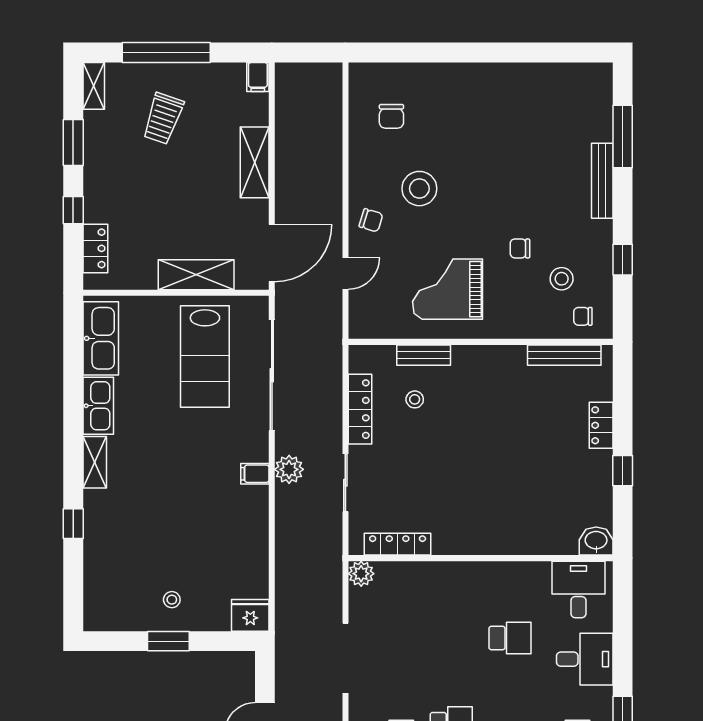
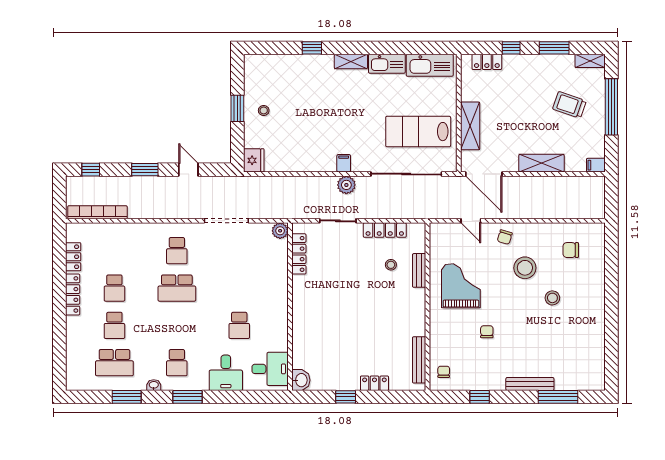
stool: (562, 279) -> (552, 298), moved

